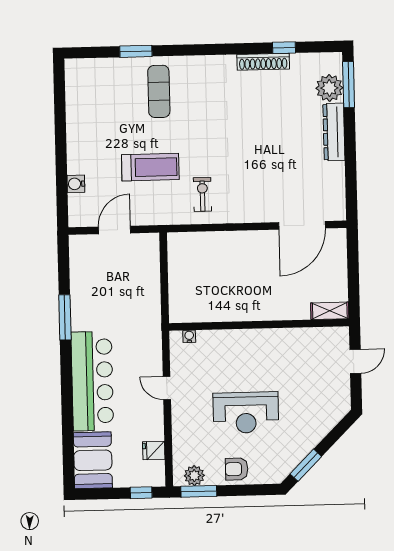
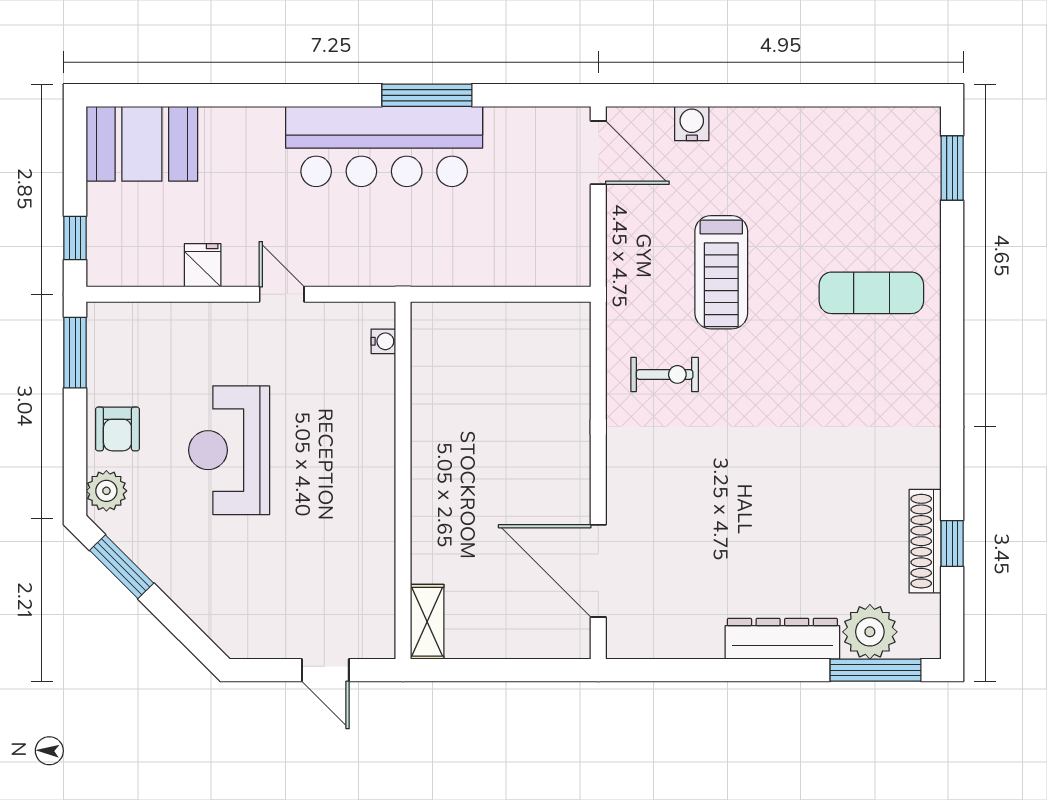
window: (136, 51) -> (952, 168), moved
shoe rack: (263, 62) -> (925, 541), moved
door: (114, 230) -> (598, 153), moved
bar counter: (92, 381) -> (384, 146), moved
door: (167, 388) -> (282, 294), hinge flipped
fridge: (154, 451) -> (203, 265), moved
armchair: (237, 469) -> (117, 429), turned 180
plant: (194, 476) -> (106, 491), moved

